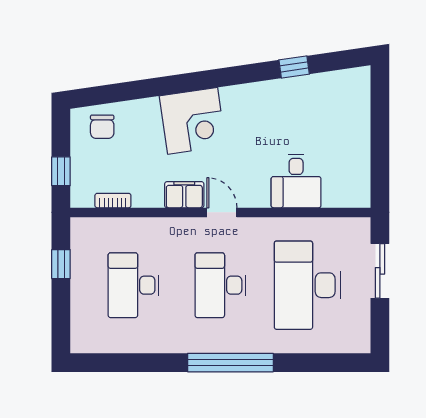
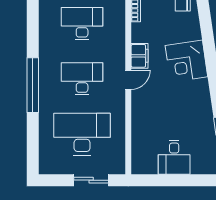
desk: (296, 181) -> (174, 157), moved, turned -90

